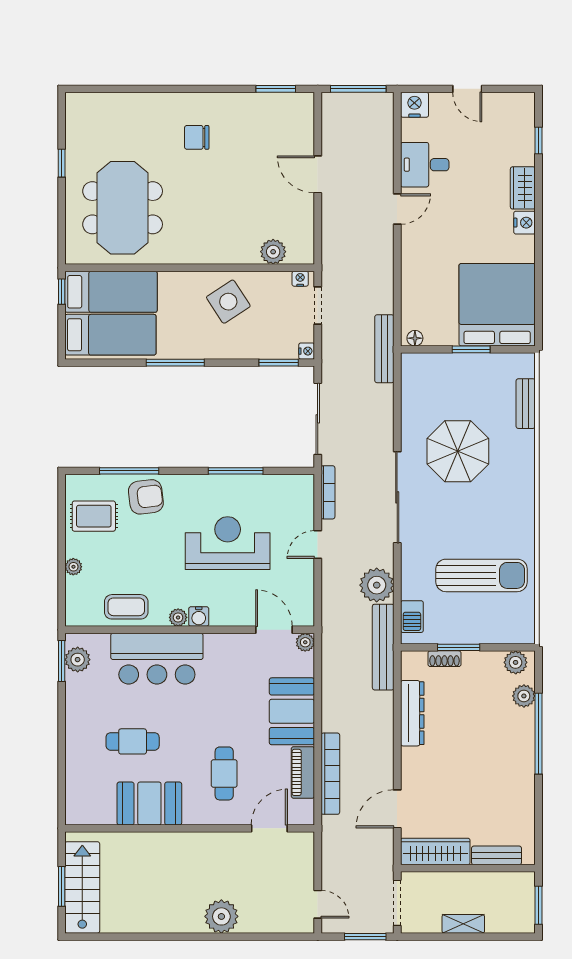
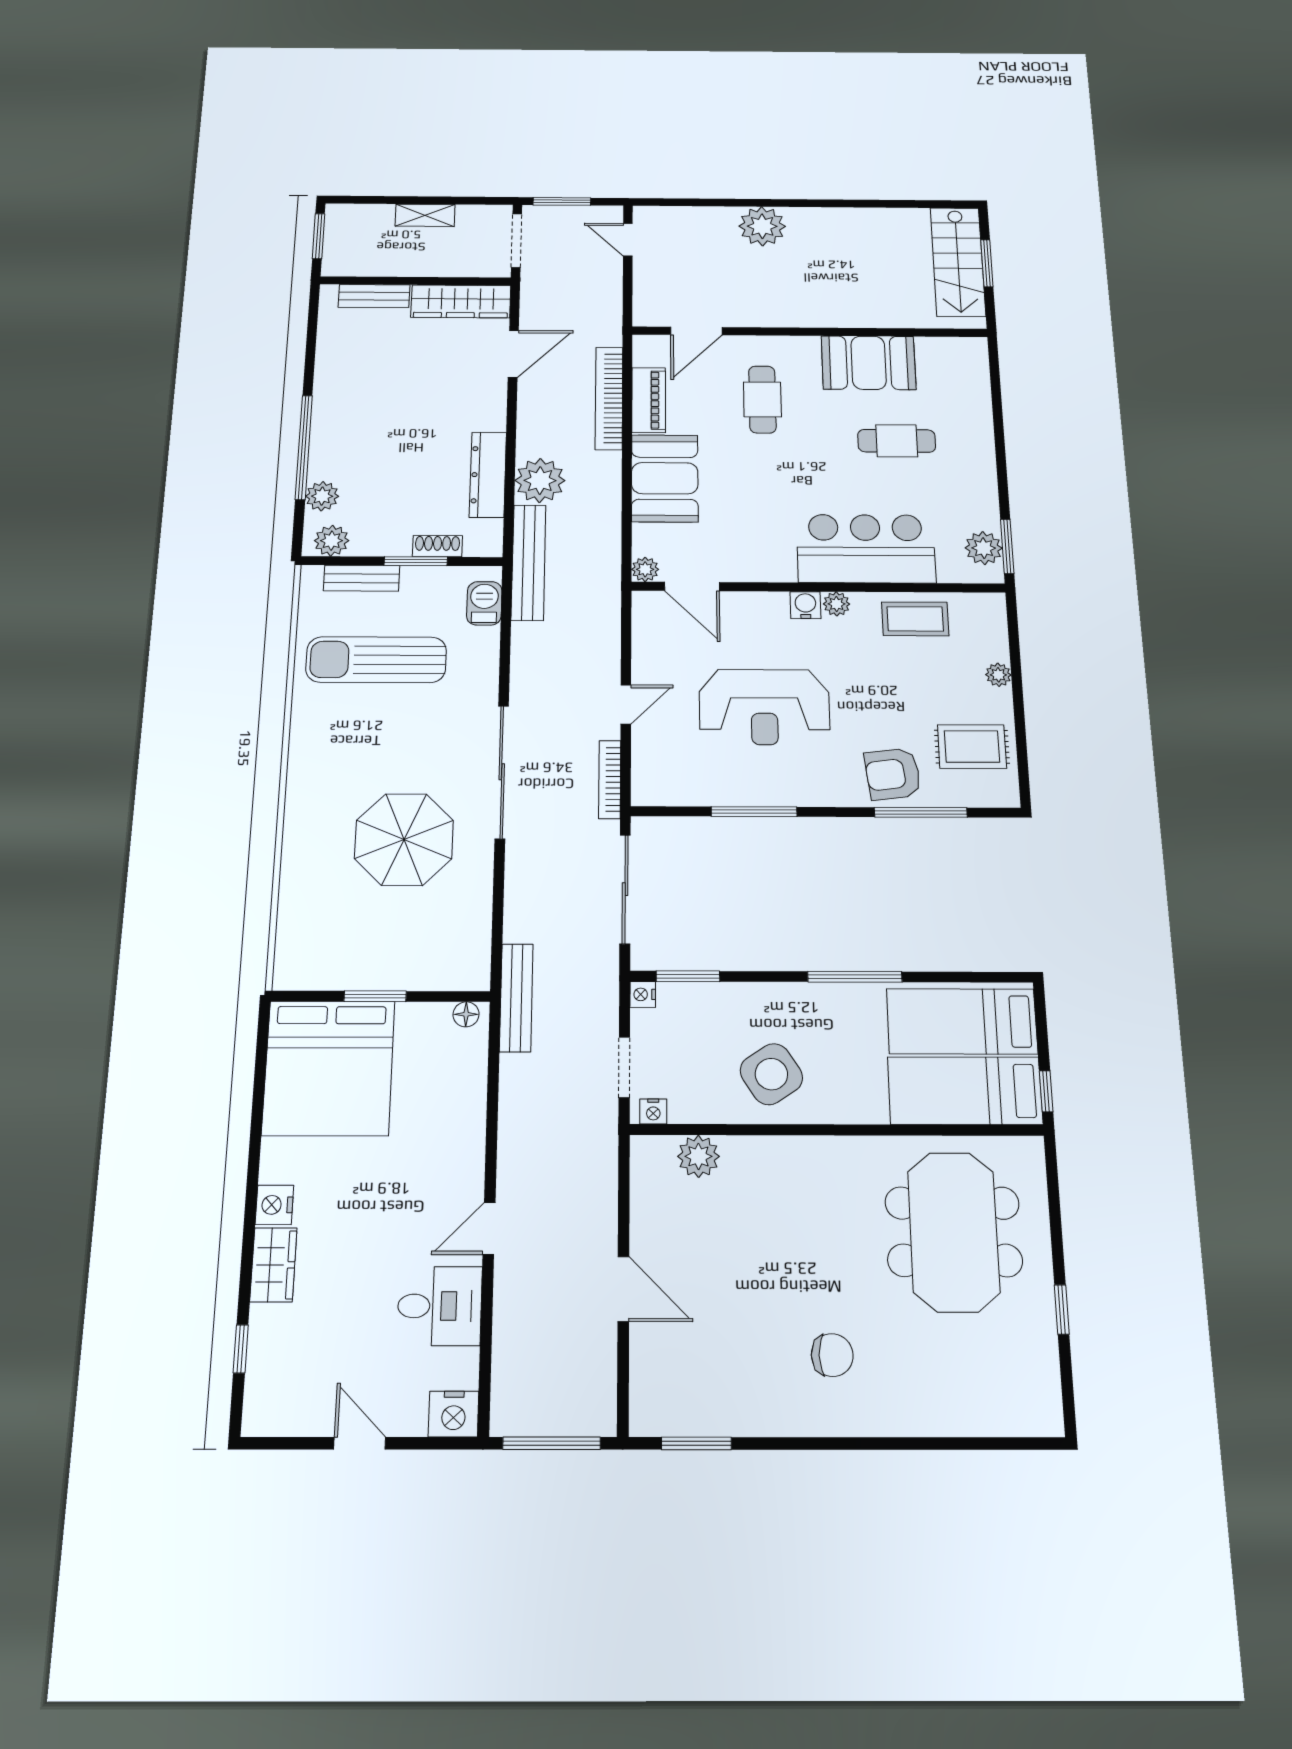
bench: (526, 404) -> (362, 578), moved, turned 90
plant: (377, 585) -> (540, 480), moved

